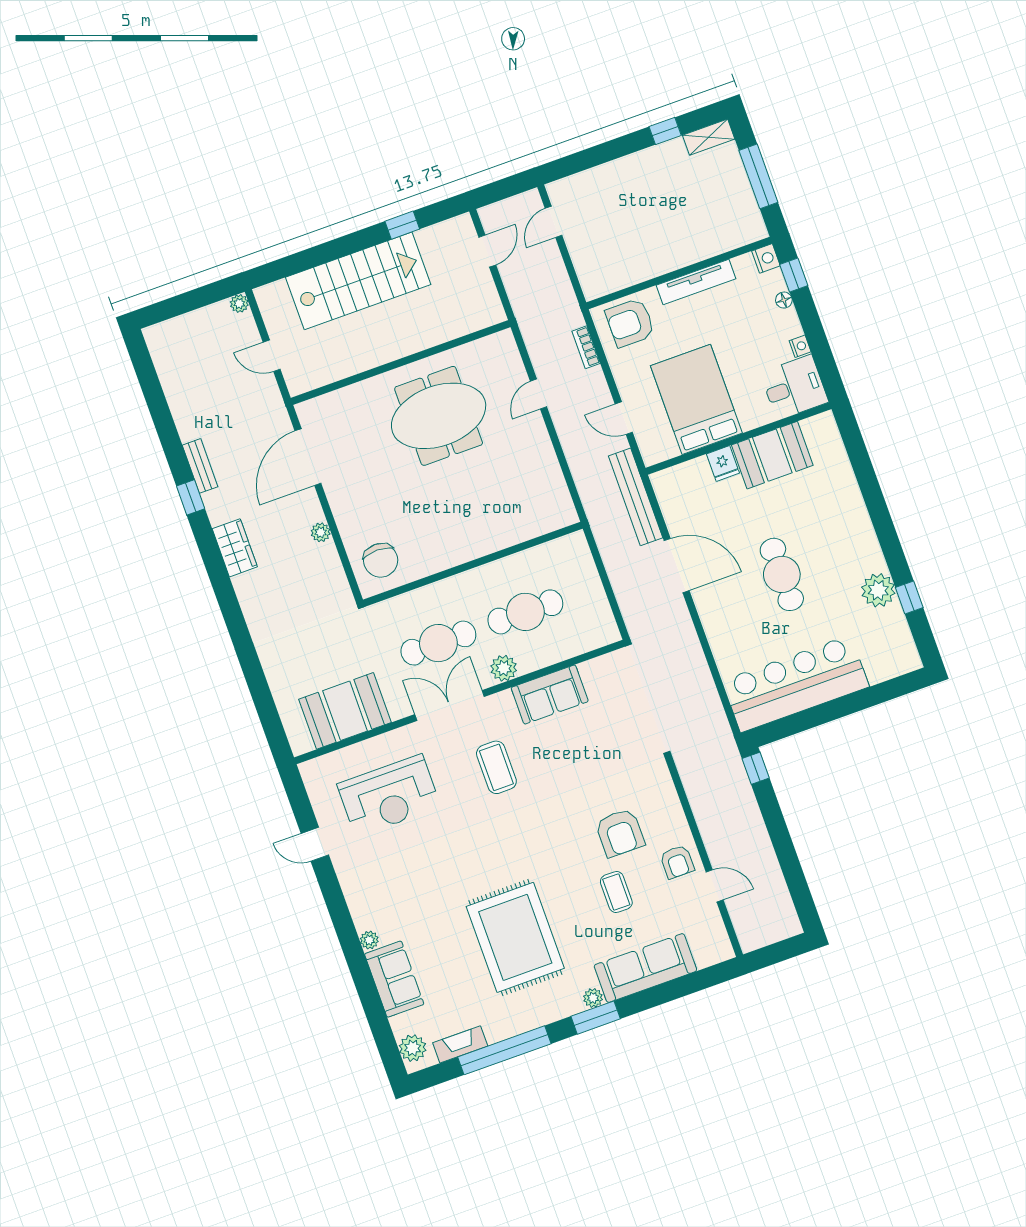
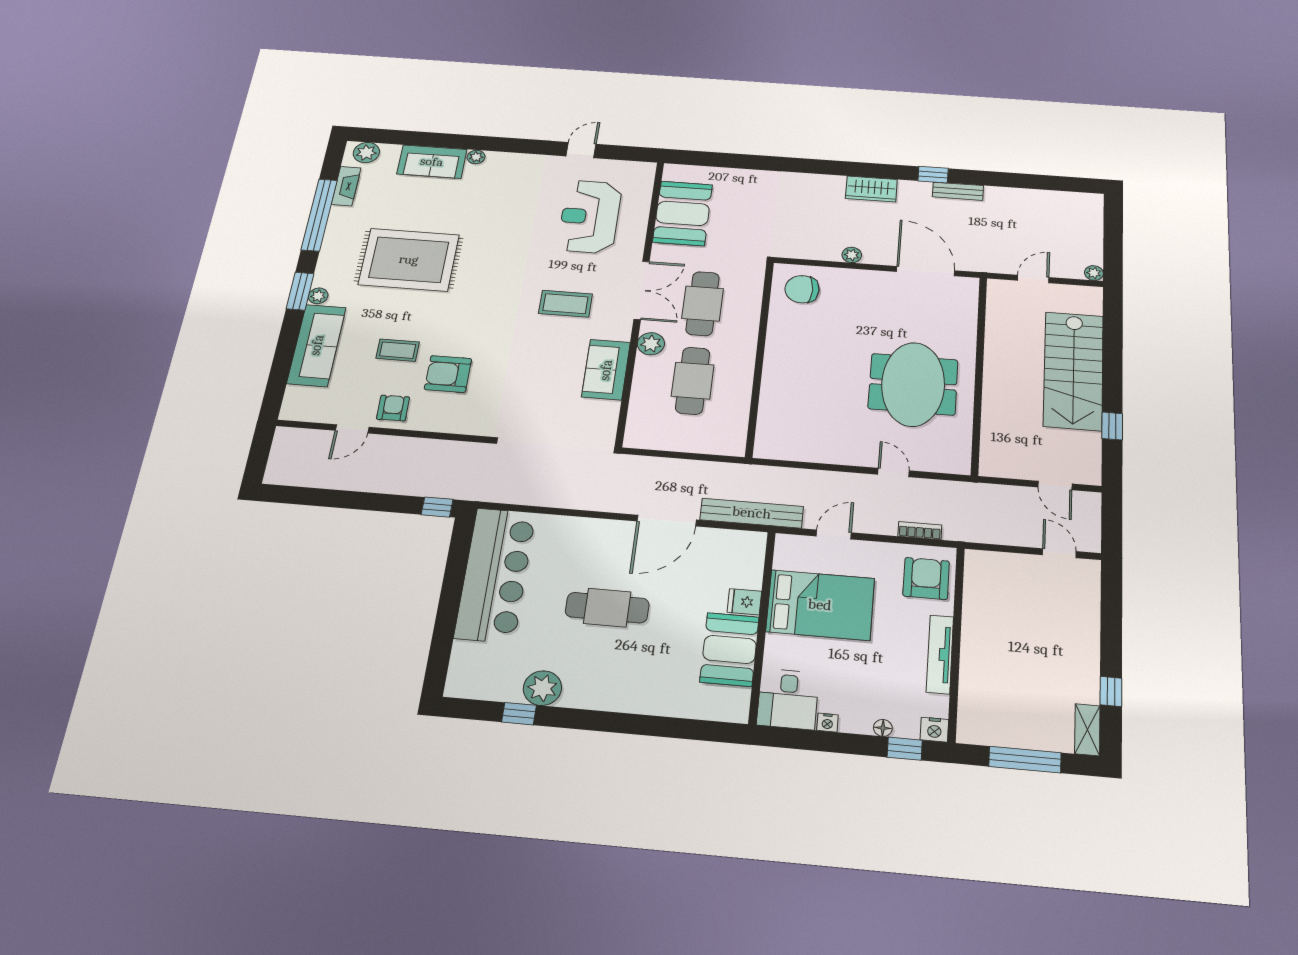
armchair: (677, 862) -> (393, 408), turned 89

